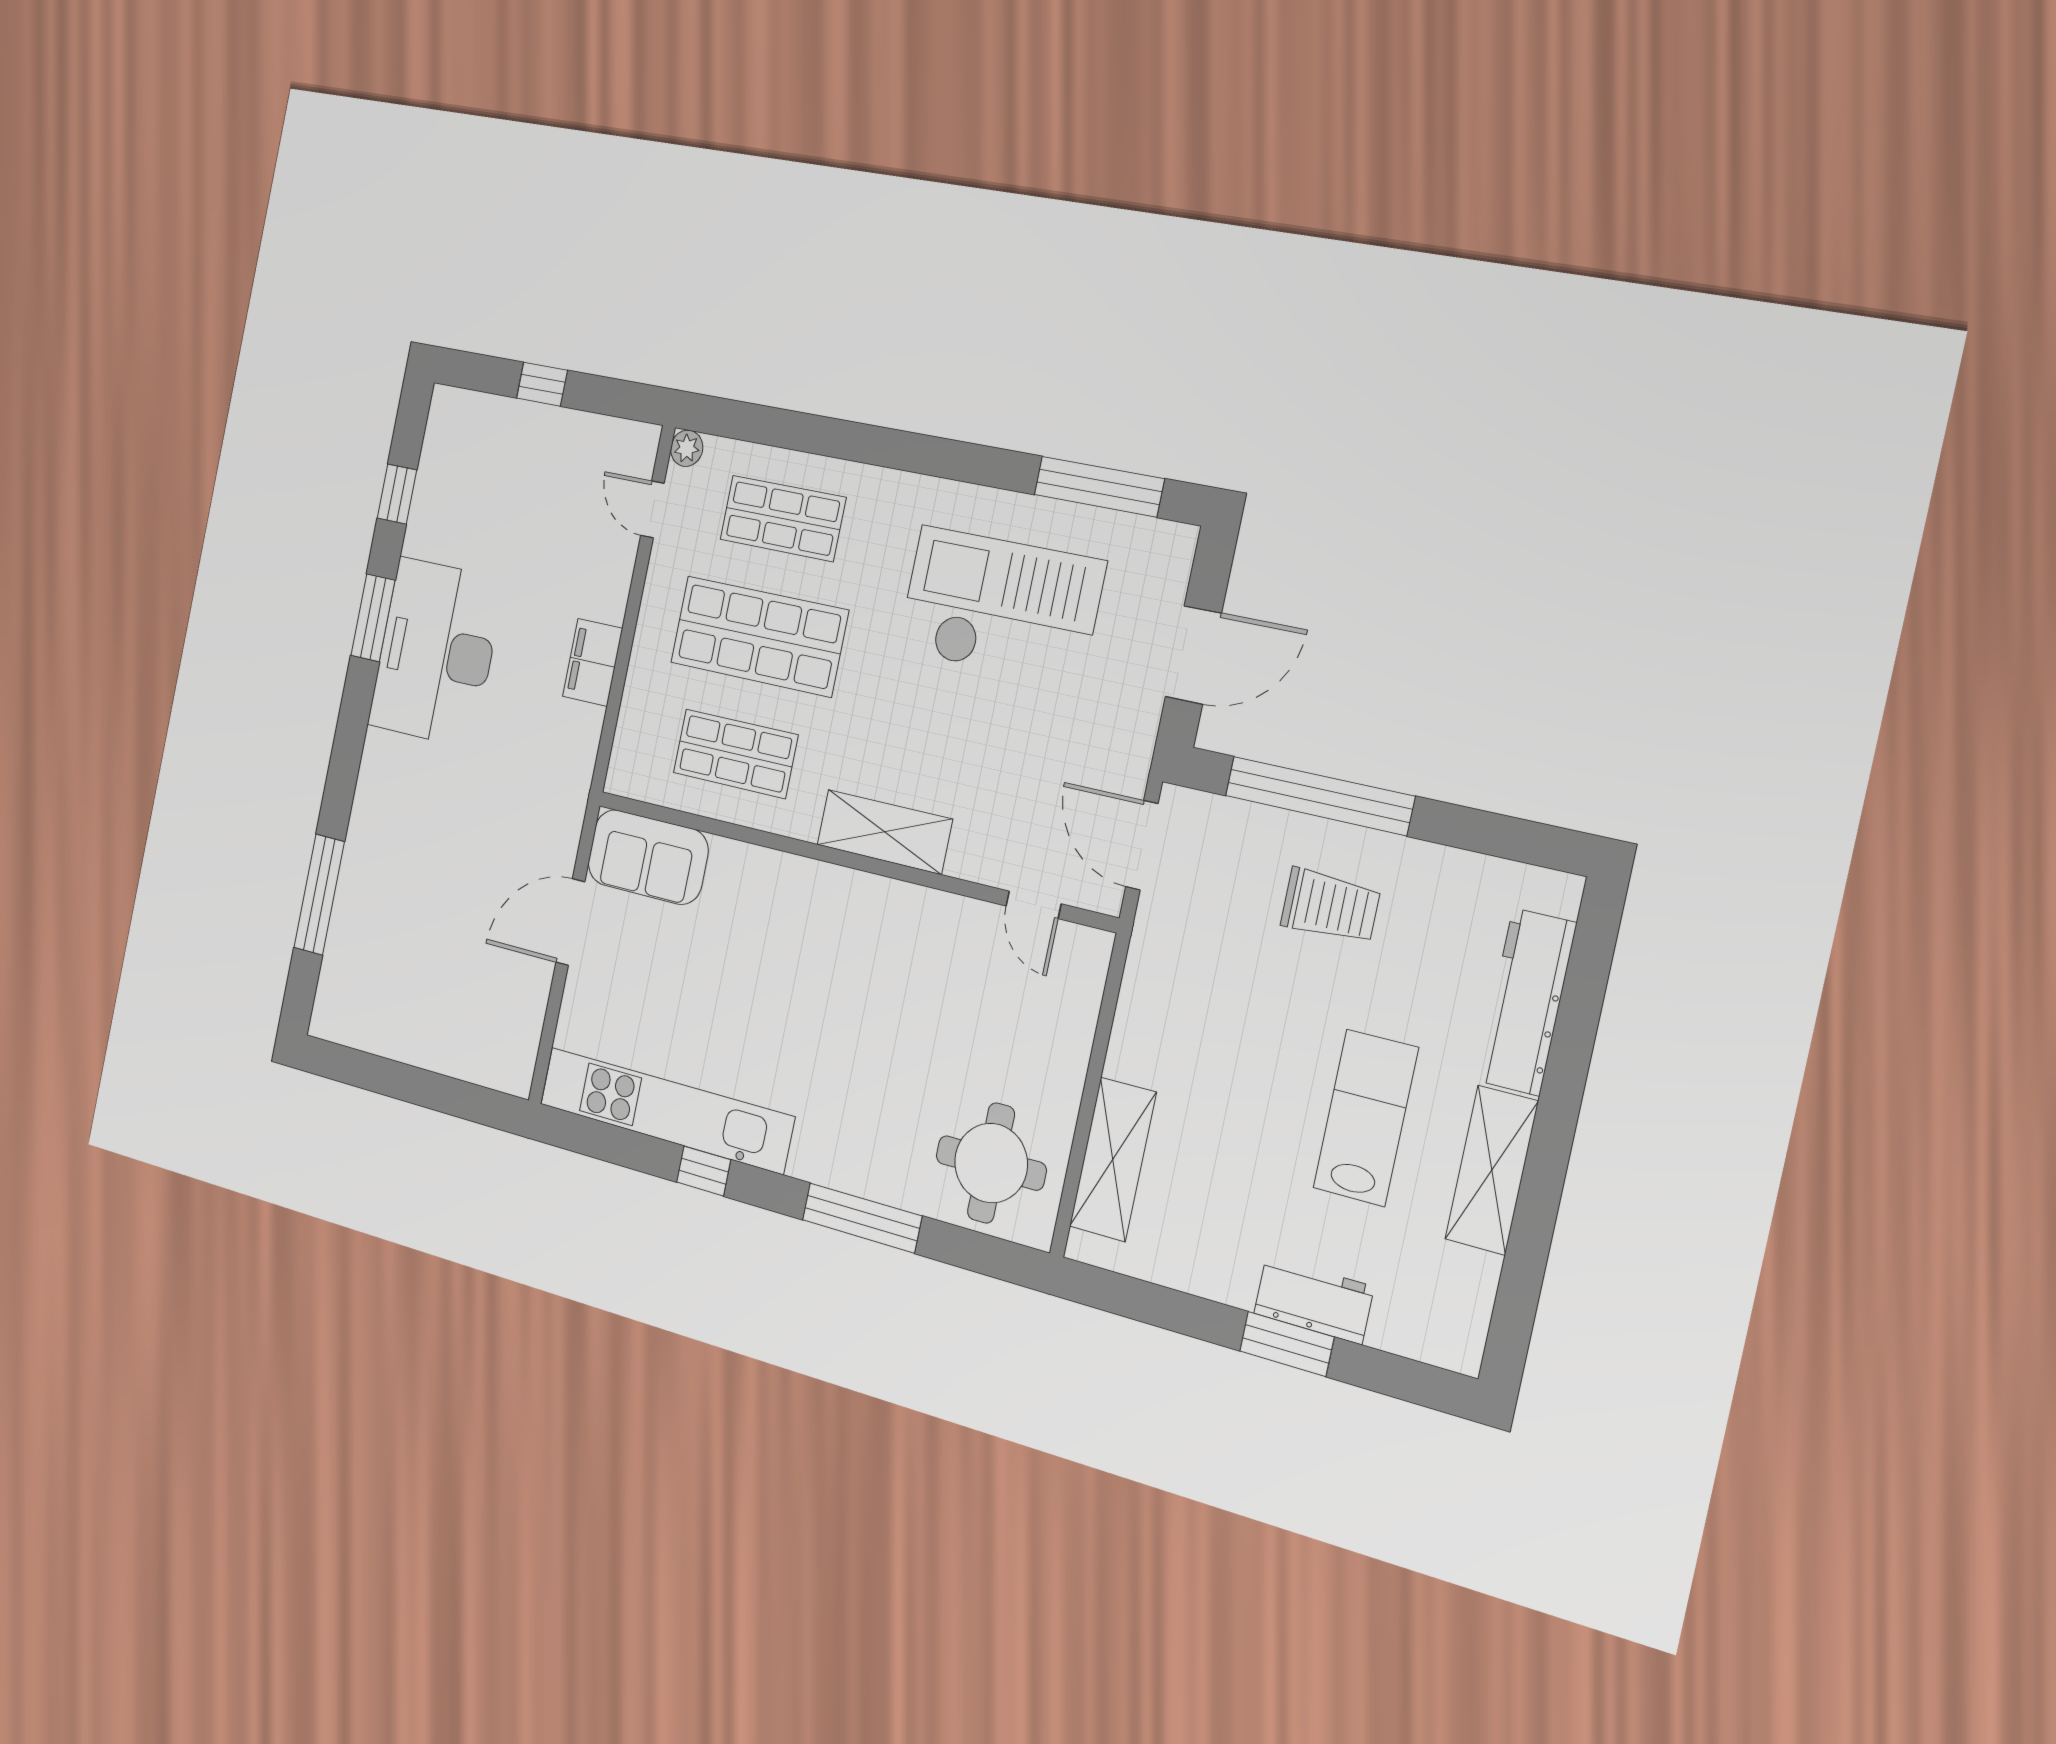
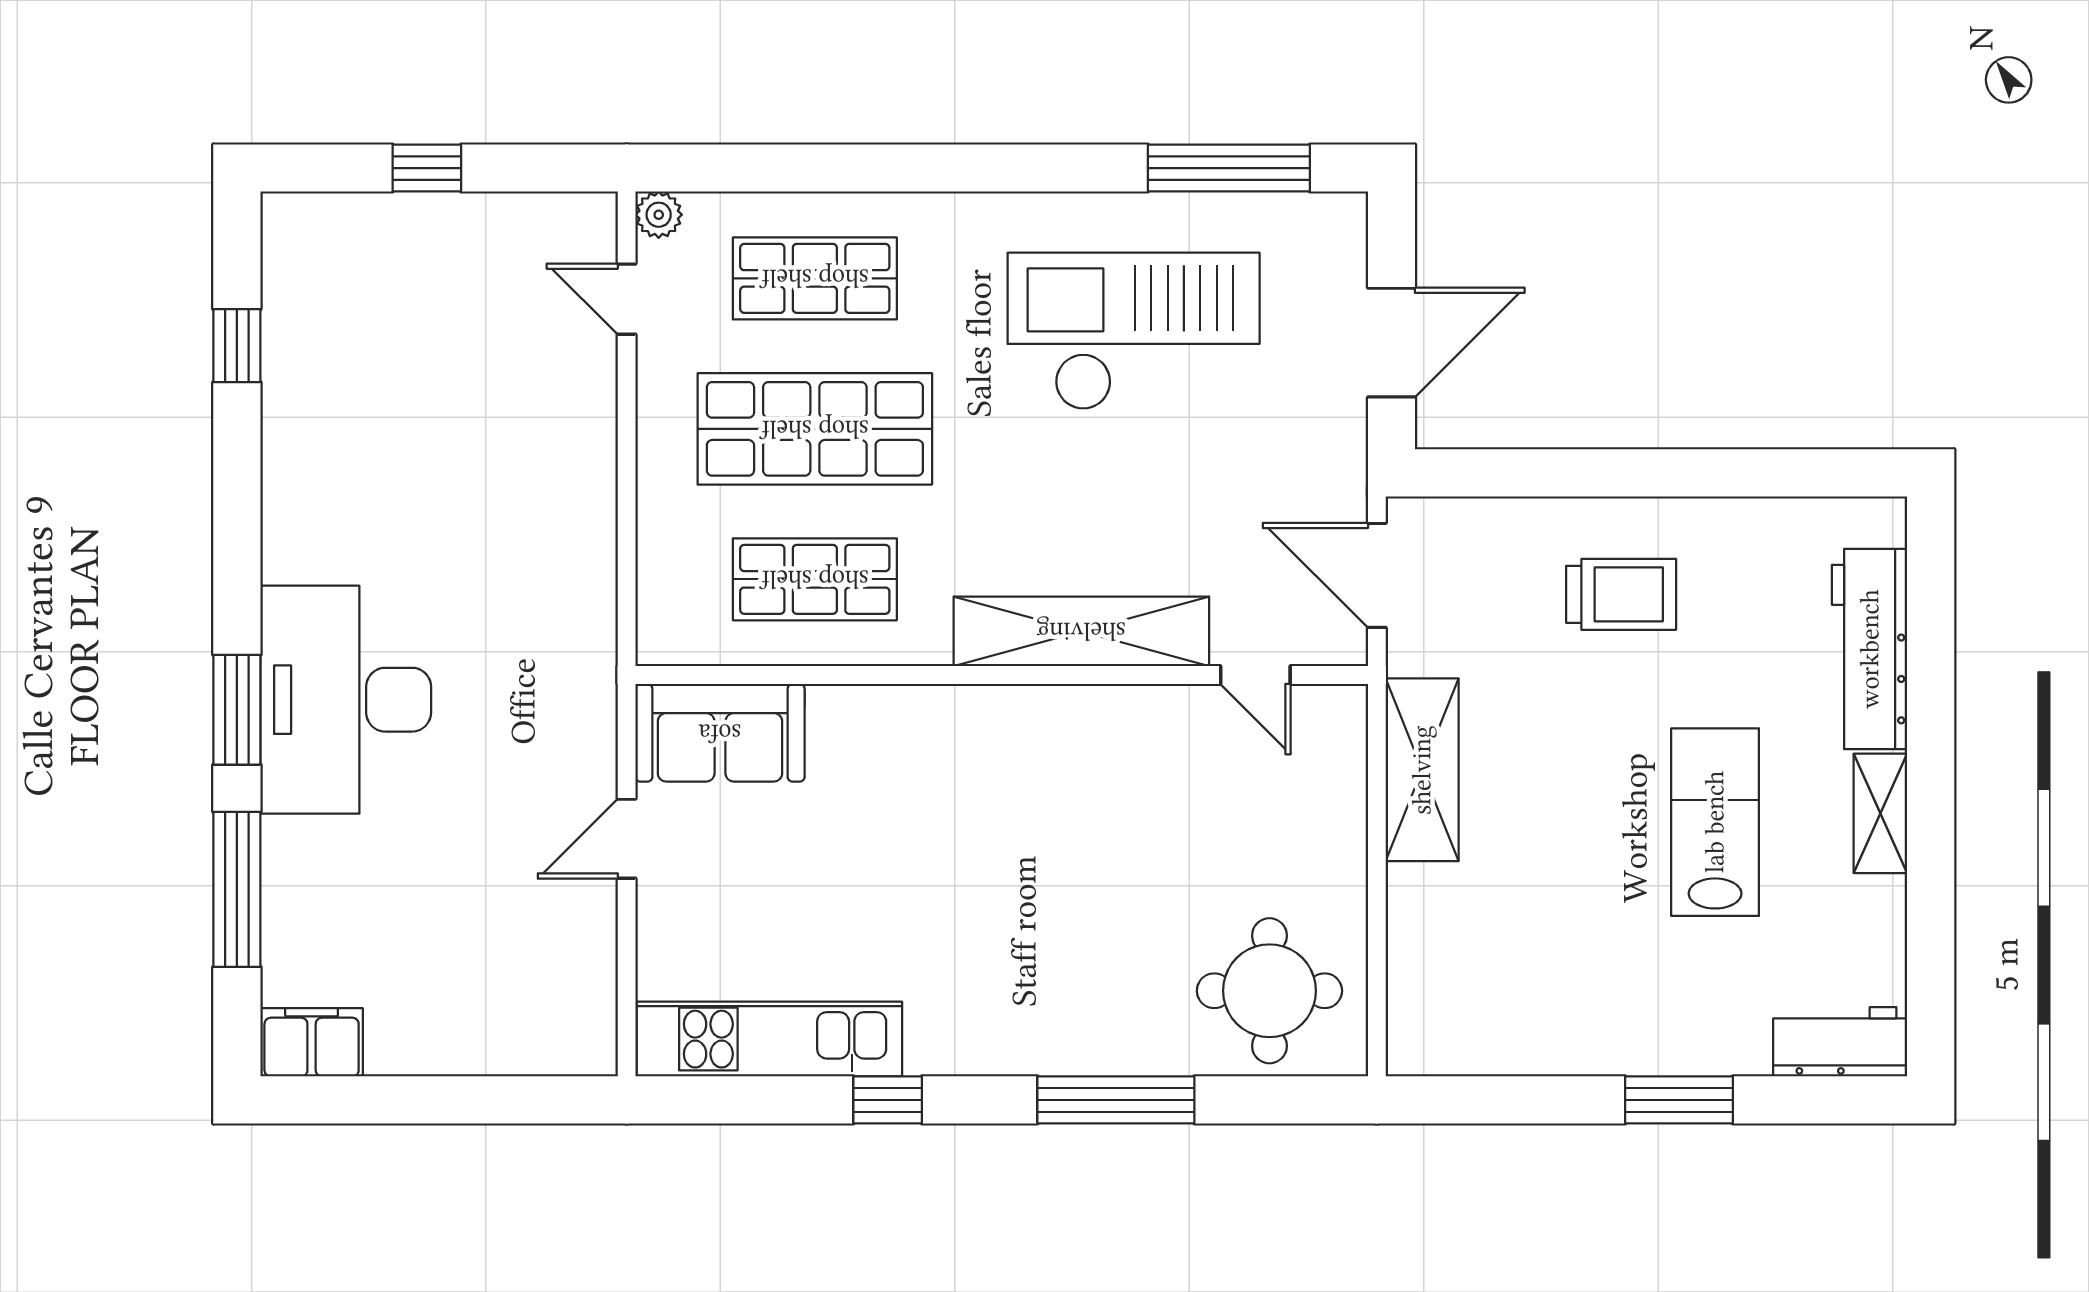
window: (373, 618) -> (237, 710), moved
desk: (436, 652) -> (346, 700), moved
filing cabinet: (593, 662) -> (312, 1042), moved, turned 90
window: (1319, 796) -> (1580, 473), removed
shelving: (885, 832) -> (1081, 631), width x1.47
door: (570, 922) -> (627, 839), width x0.73
kitchen unit: (666, 1110) -> (769, 1039), width x0.73
shelving: (1113, 1159) -> (1422, 770), moved
shelving: (1492, 1170) -> (1880, 813), width x0.67, depth x0.75
workbench: (1314, 1300) -> (1840, 1042), moved

